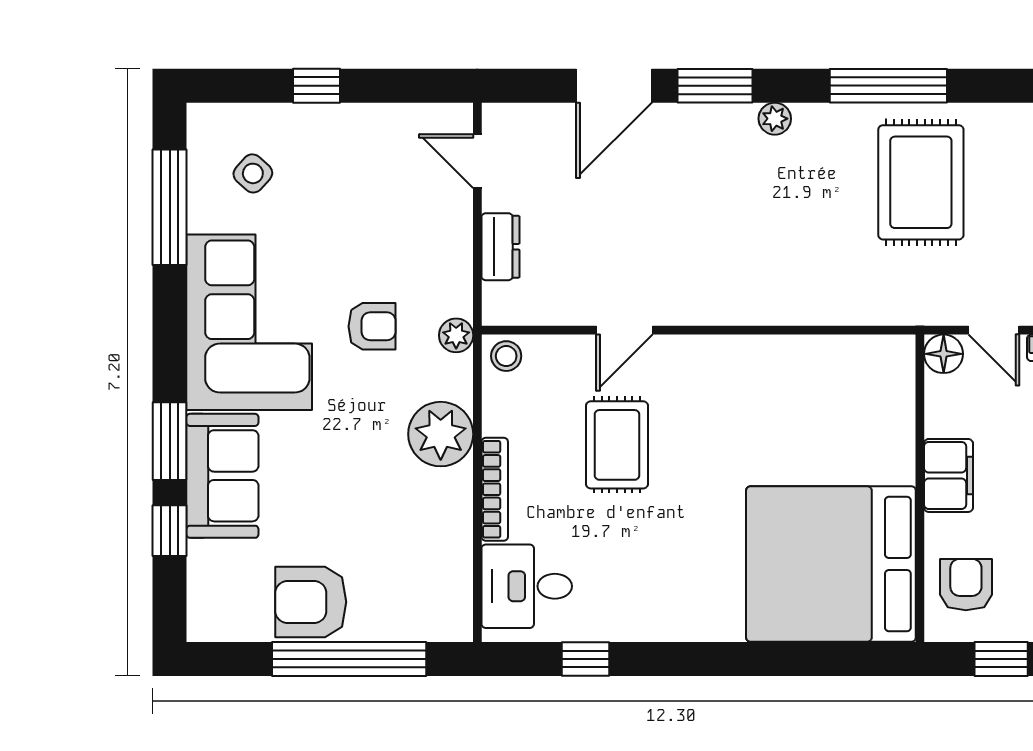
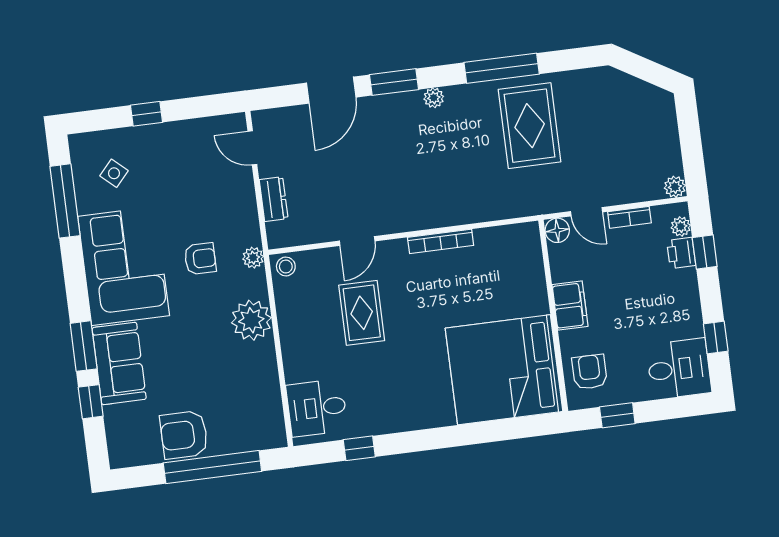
bookcase: (495, 489) -> (441, 241), moved, turned 90

